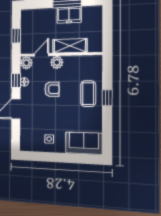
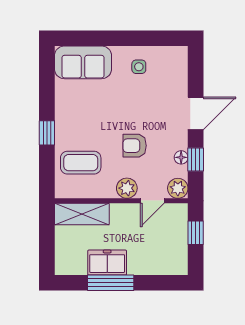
shelving: (70, 46) -> (82, 214), moved
coffee table: (88, 94) -> (81, 163), moved, turned 90

